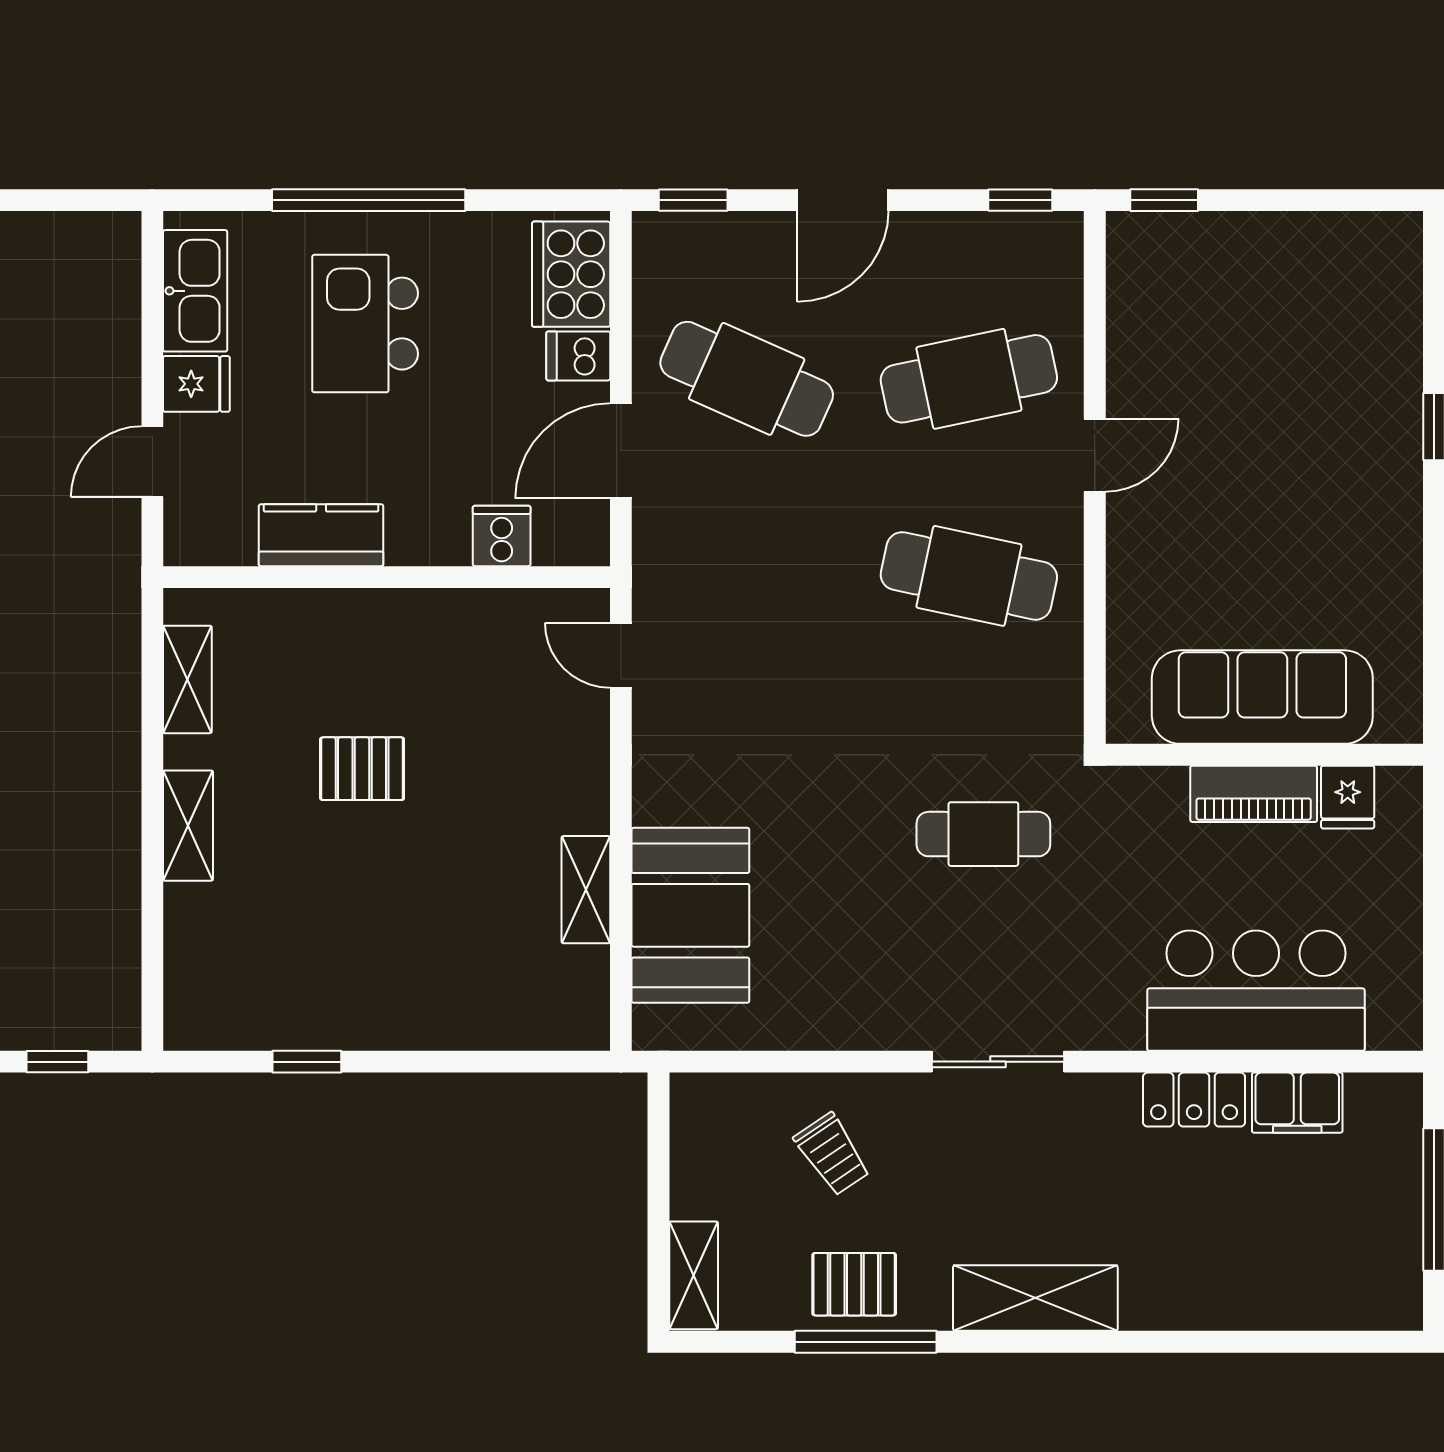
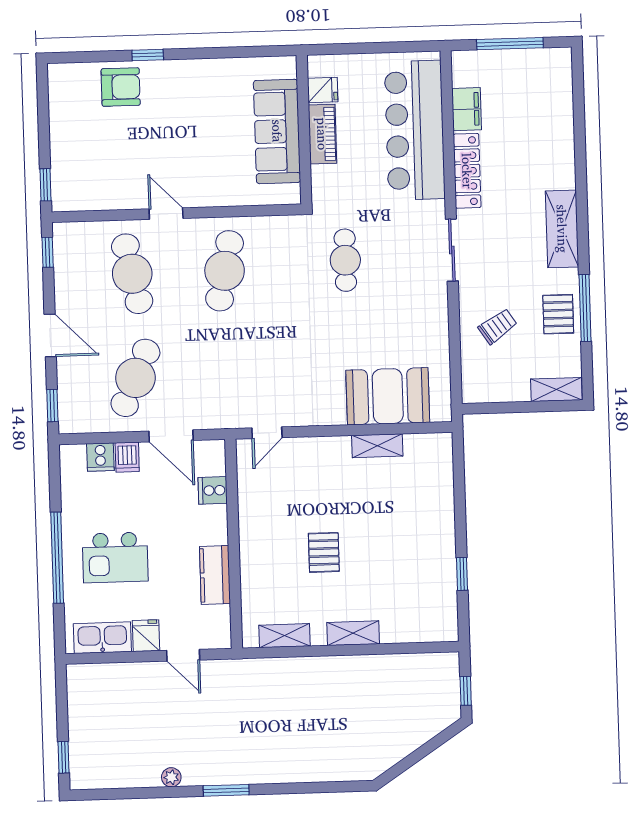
cooker: (571, 274) -> (100, 457), width x0.53, depth x0.76
armchair: (1368, 367) -> (121, 87), added
bar counter: (1256, 991) -> (415, 130), width x1.36
locker: (1194, 1100) -> (467, 171), width x1.53

